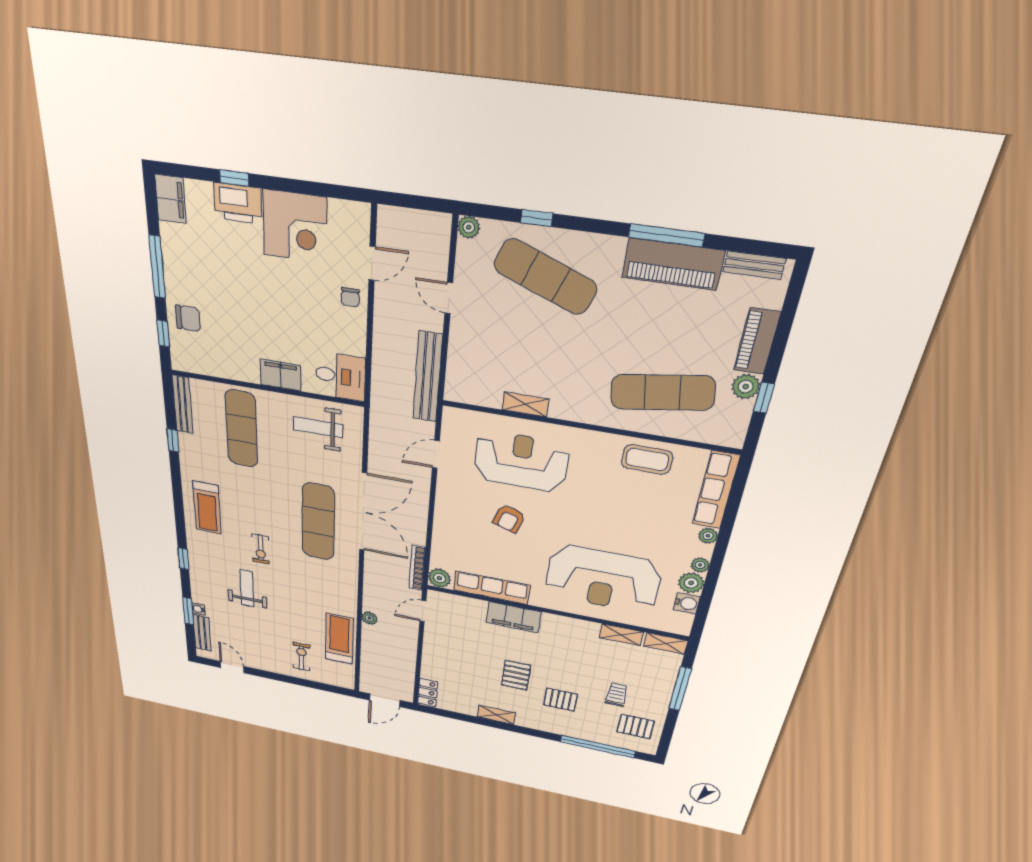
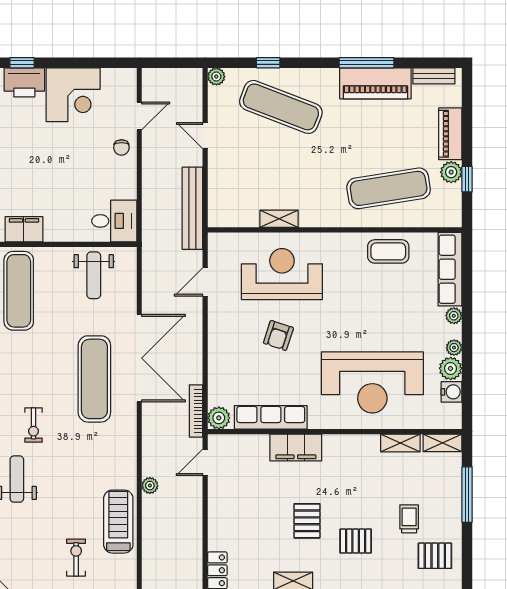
filing cabinet: (281, 375) -> (24, 229), moved
weight bench: (318, 427) -> (94, 275), turned -90

